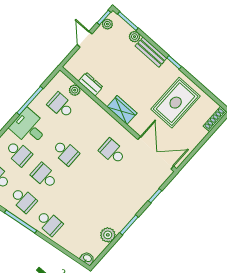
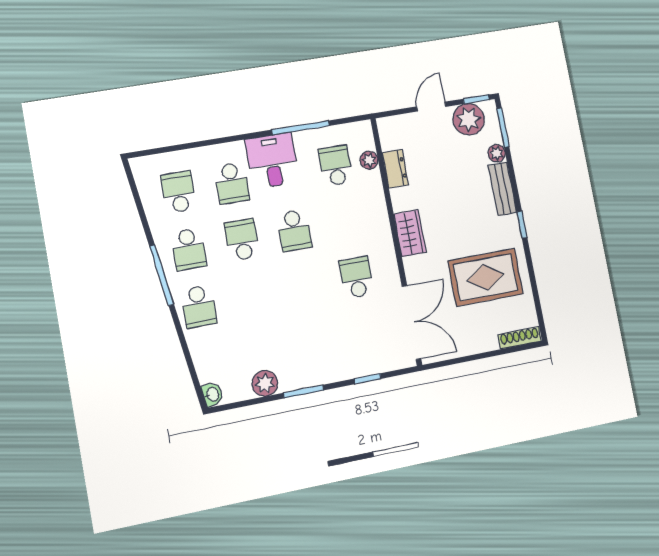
plant: (107, 24) -> (469, 119), width x1.88, depth x1.88

